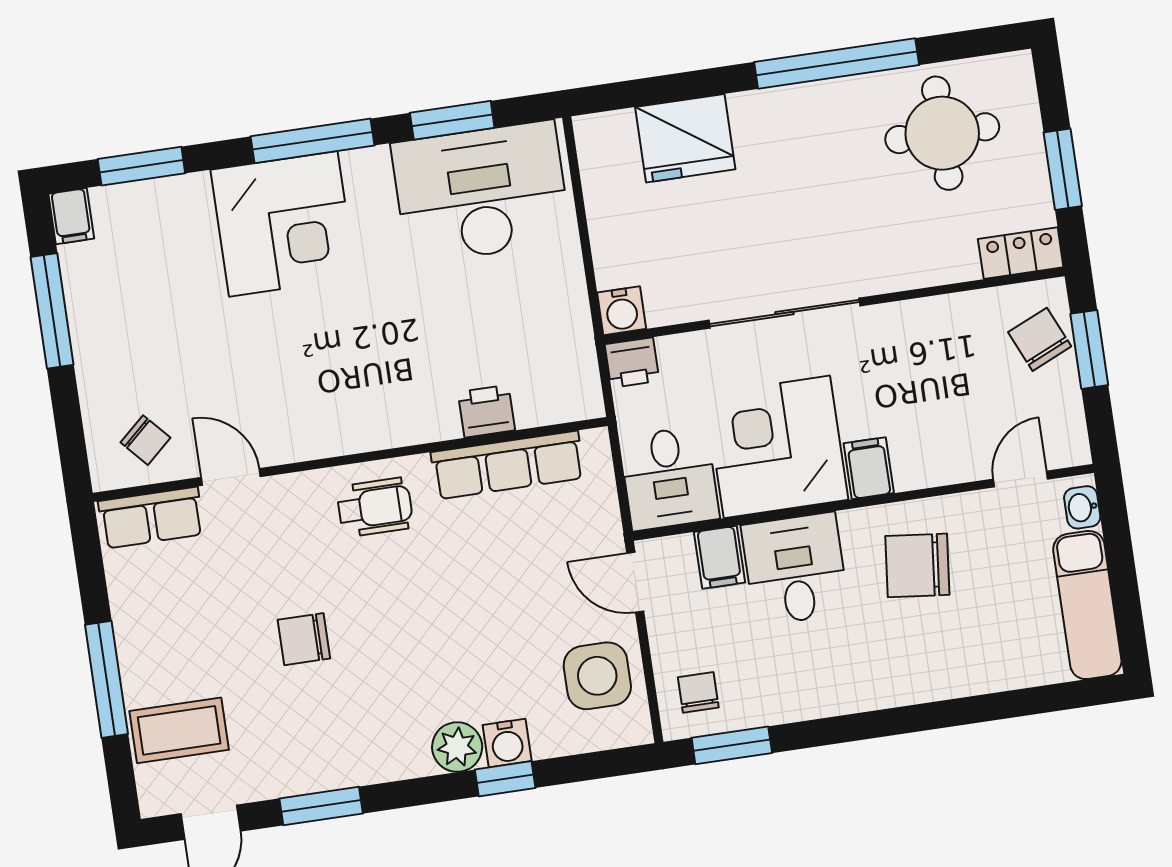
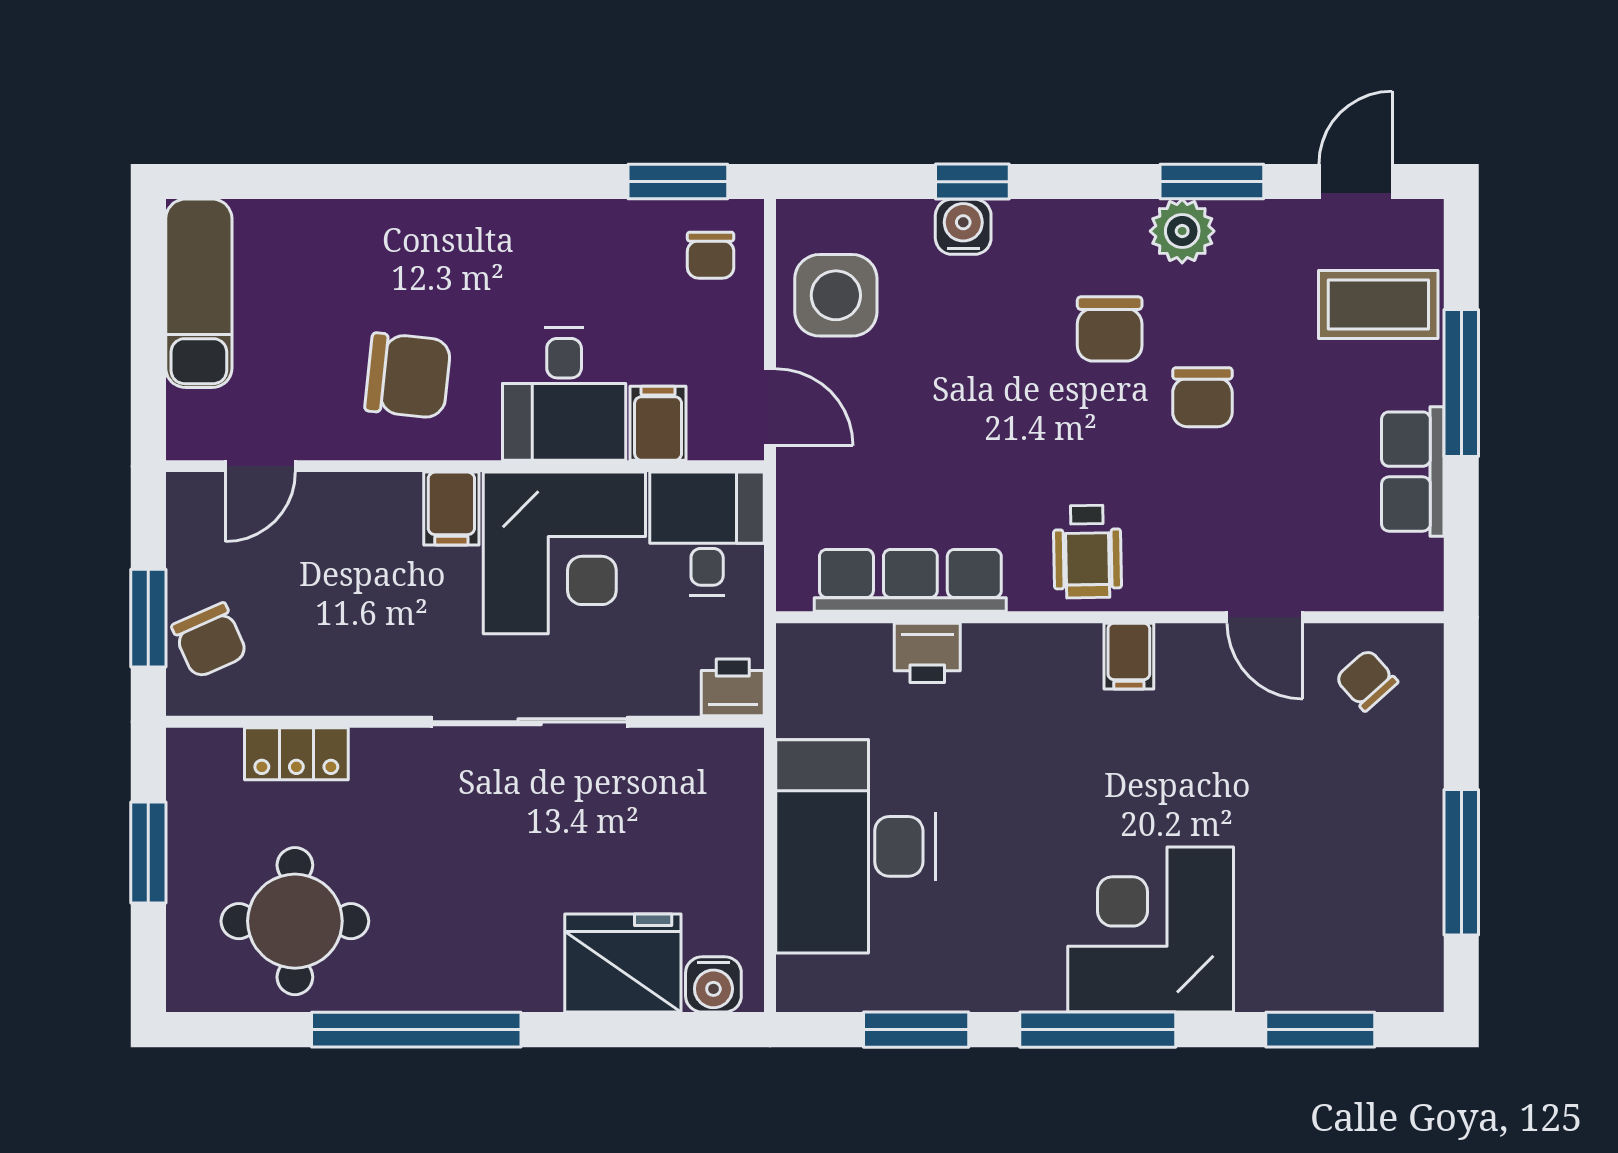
desk: (481, 192) -> (856, 846), moved, turned 90
filing cabinet: (71, 216) -> (1129, 656), moved, turned 180
locker: (1021, 253) -> (296, 754), moved
water cooler: (622, 311) -> (713, 984), moved, turned 180
wheelchair: (375, 507) -> (1087, 552), turned -91
washbasin: (1082, 507) -> (187, 419), removed
row of seats: (151, 518) -> (1413, 472), moved, turned -90
chair: (304, 639) -> (1202, 397), turned 90
chair: (383, 681) -> (1110, 329), added
plant: (457, 747) -> (1182, 231), moved

